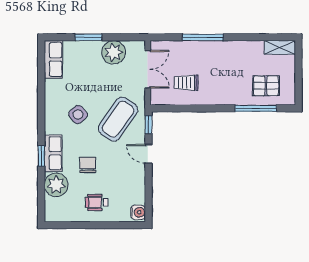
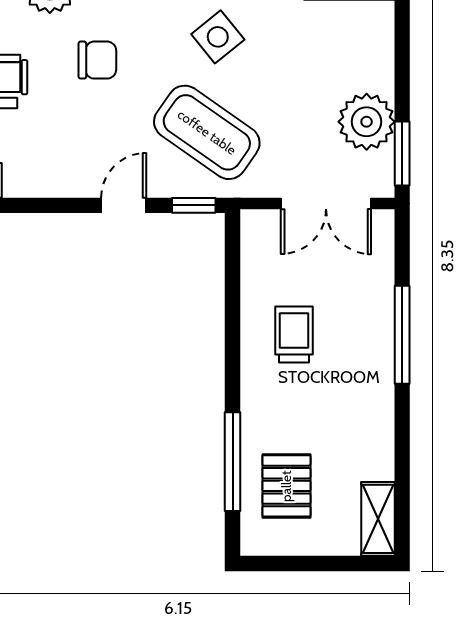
window: (89, 37) -> (402, 154), moved
trolley: (186, 83) -> (294, 334), moved

